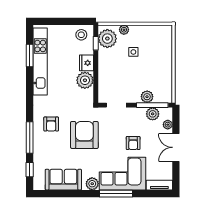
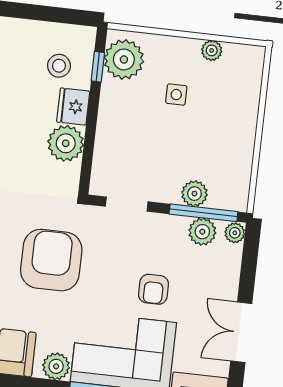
plant: (124, 30) -> (212, 50), moved
stool: (81, 35) -> (59, 66), moved
plant: (168, 125) -> (235, 233), moved
double door: (176, 147) -> (241, 332), moved

